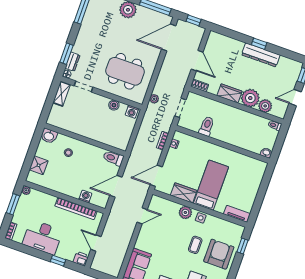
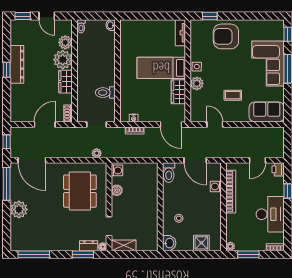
coffee table: (195, 245) -> (233, 95), moved

